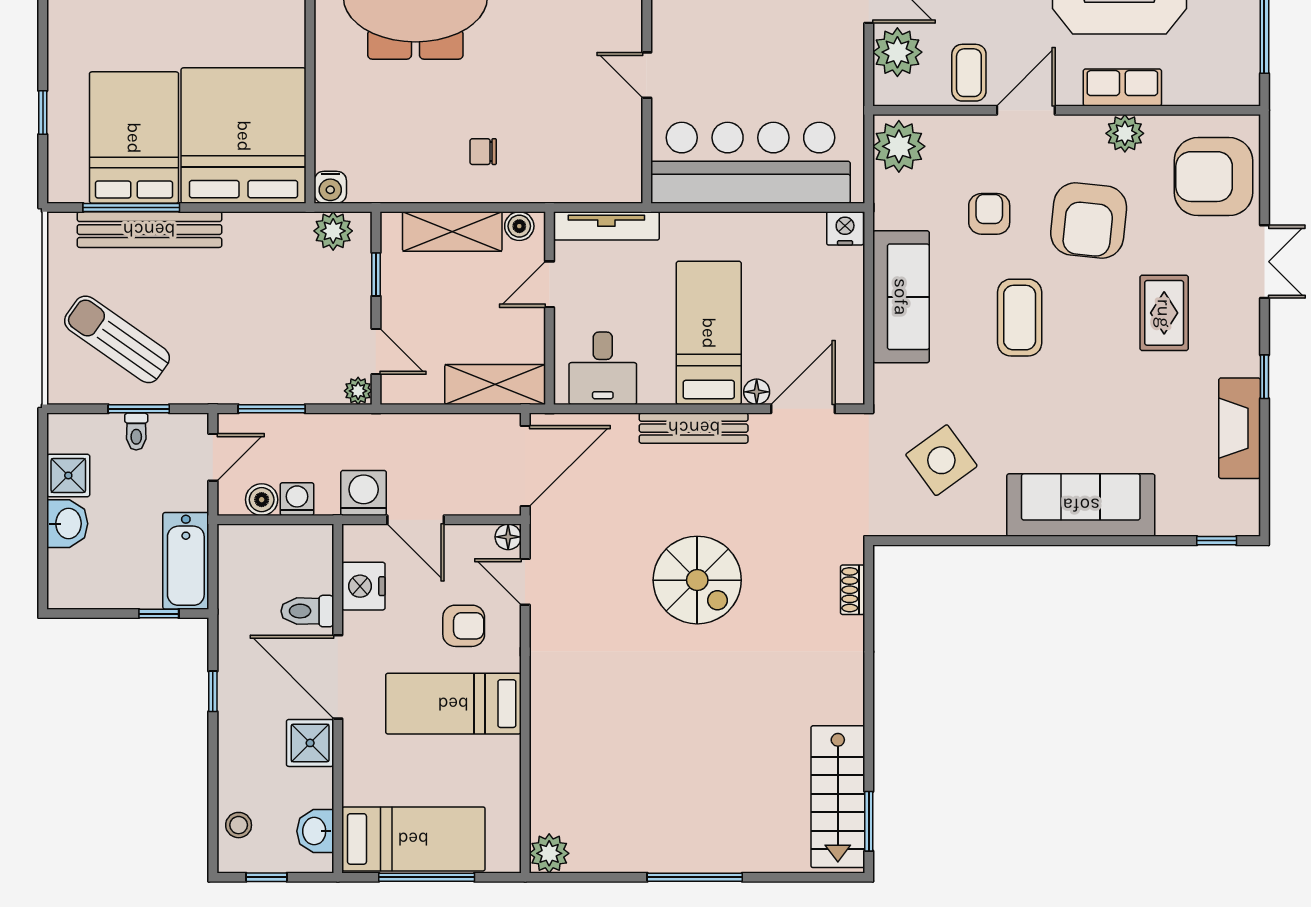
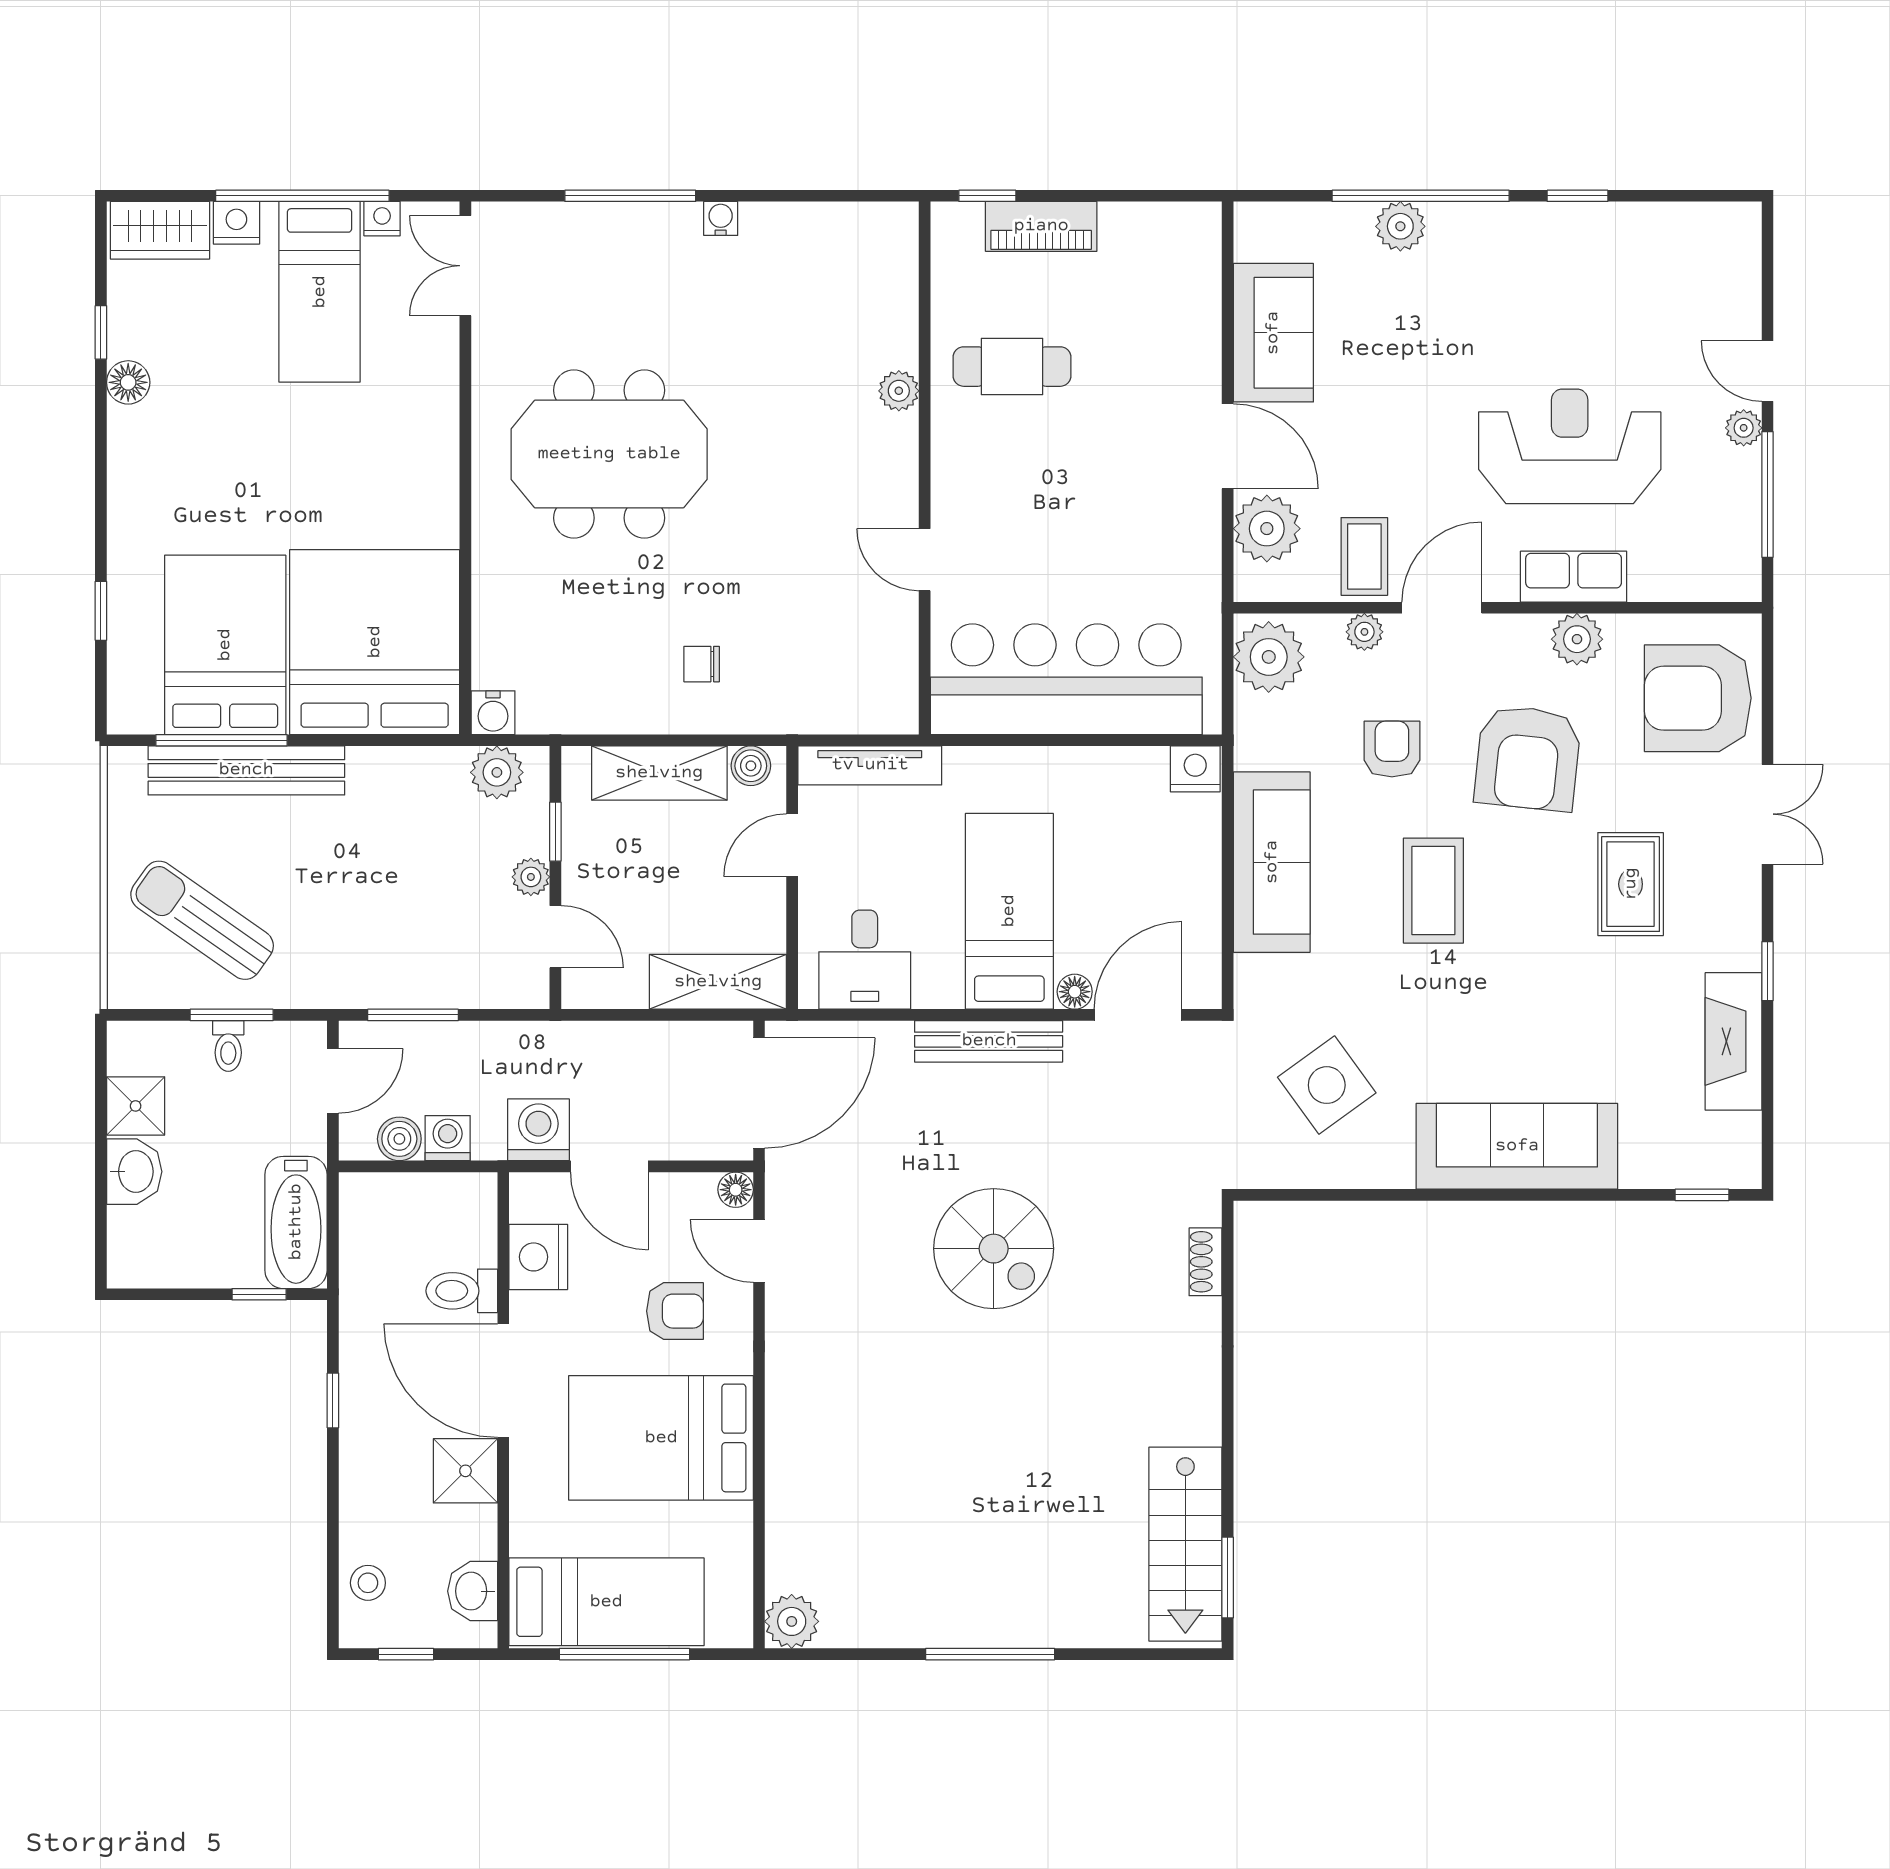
plant: (969, 128) -> (1364, 632), added
plant: (358, 391) -> (531, 877), moved
bed: (453, 704) -> (661, 1438), width x1.50

